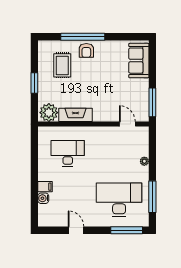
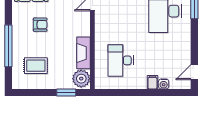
armchair: (86, 50) -> (40, 25), moved
window: (34, 83) -> (66, 92), moved
door: (76, 230) -> (194, 72), moved

